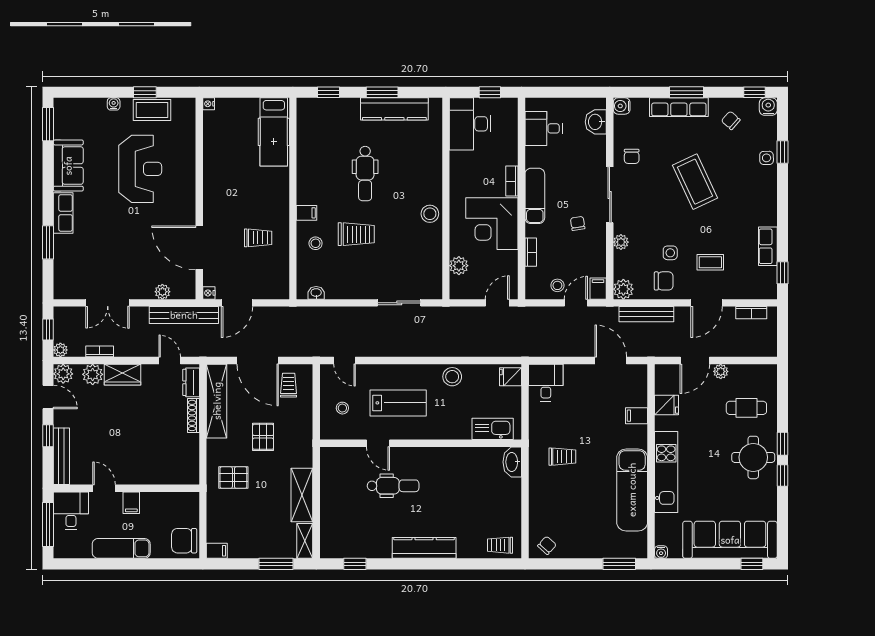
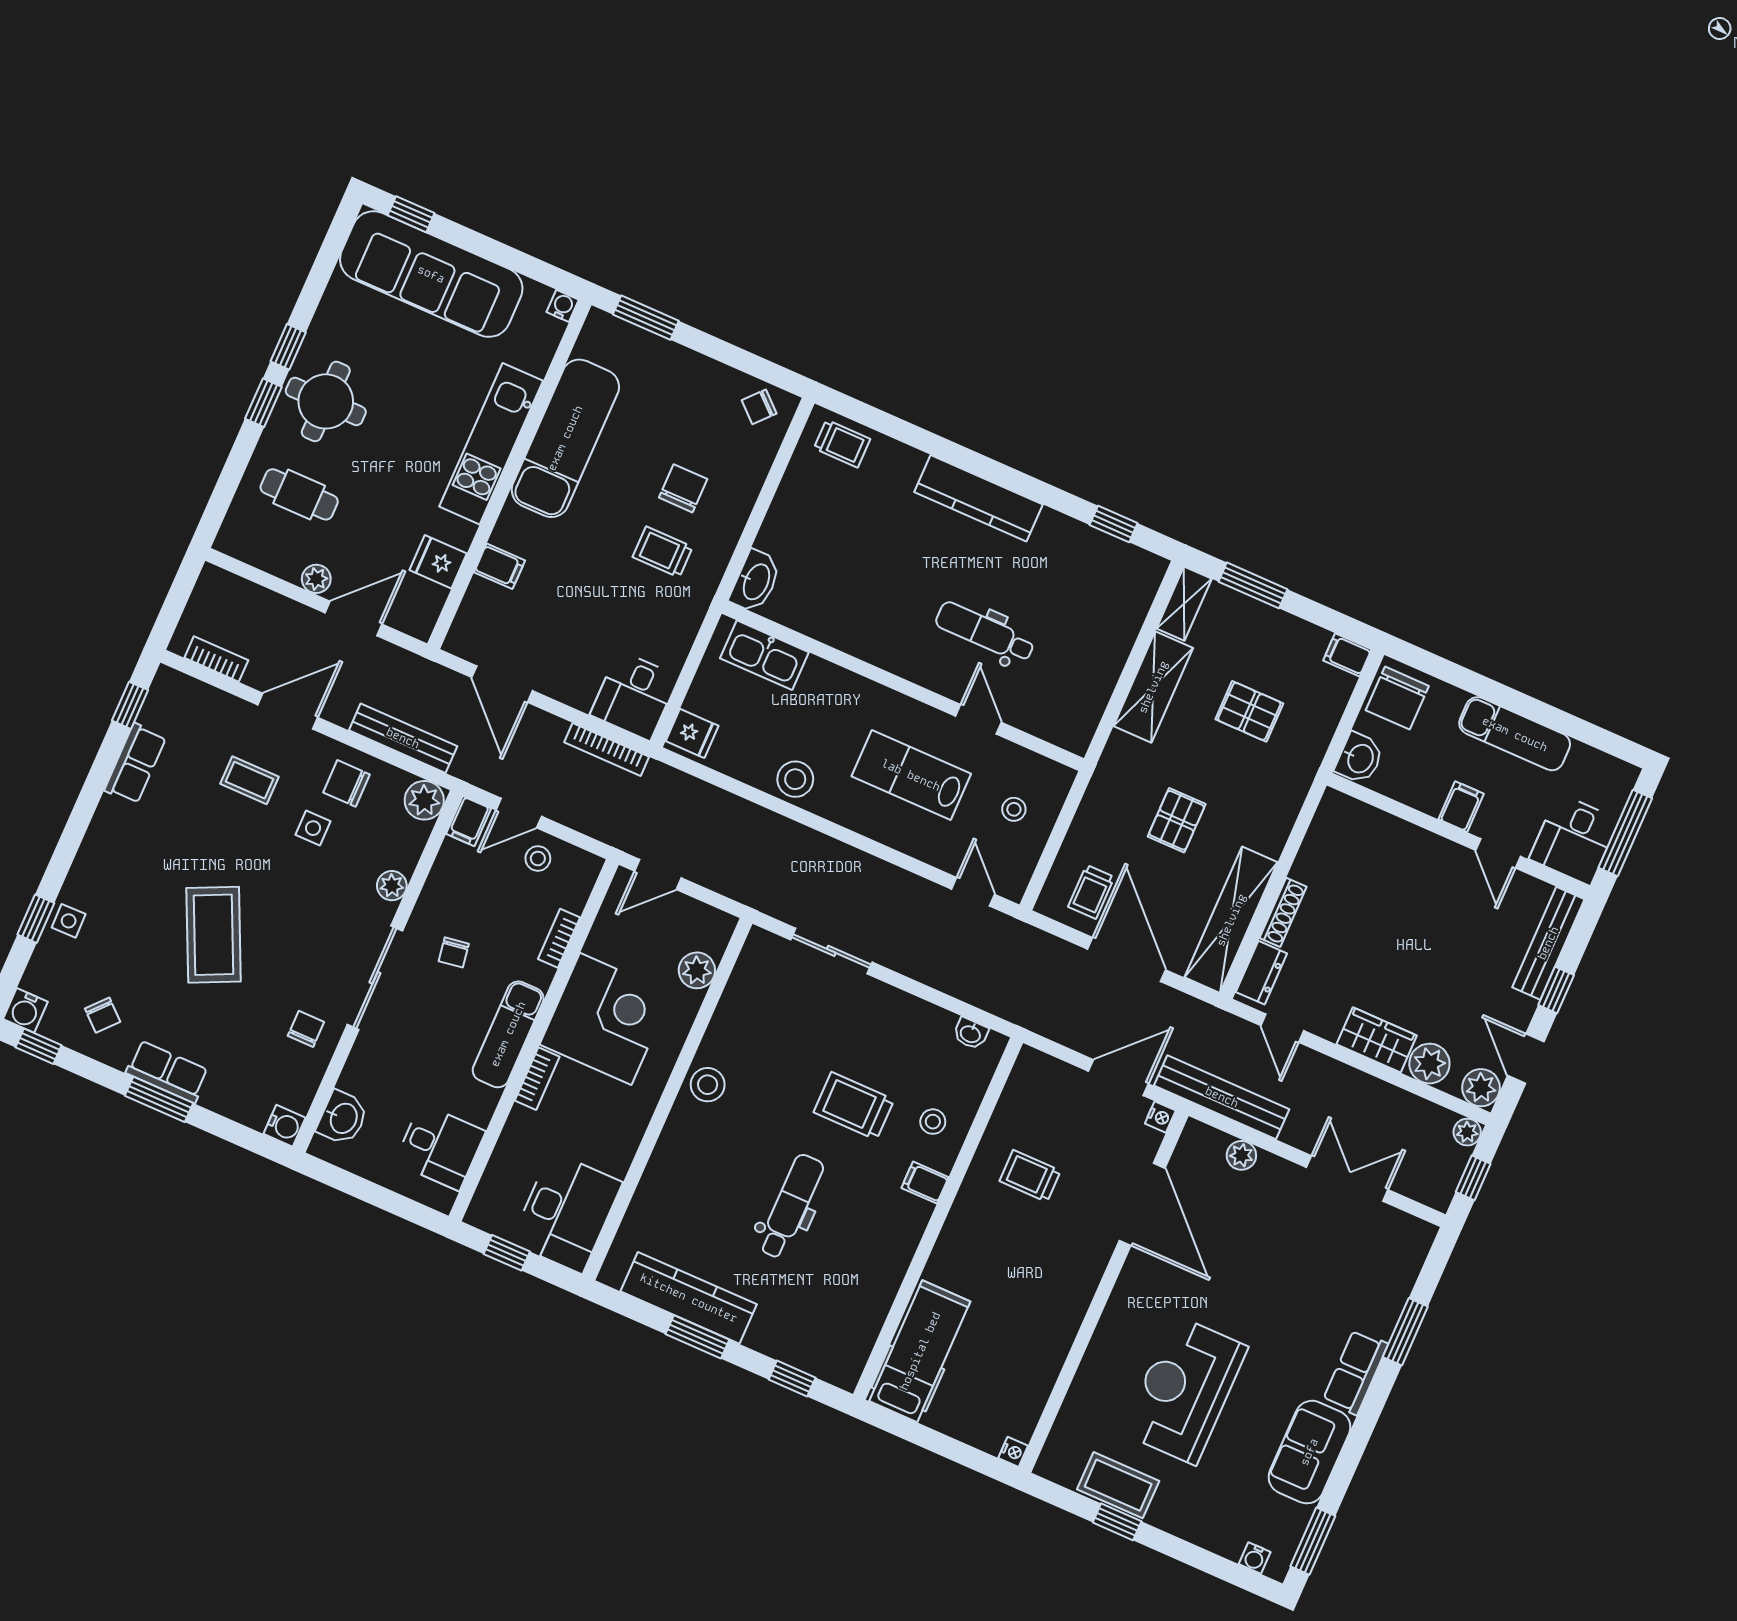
water cooler: (114, 104) -> (1255, 1558), moved
row of seats: (679, 107) -> (167, 1072), width x0.68
bookcase: (100, 351) -> (607, 749), moved, width x1.56
pallet: (233, 478) -> (1249, 711), moved
chair: (566, 491) -> (683, 488), added
washbasin: (189, 504) -> (1359, 758), added
chair: (184, 541) -> (1397, 698), turned 90

